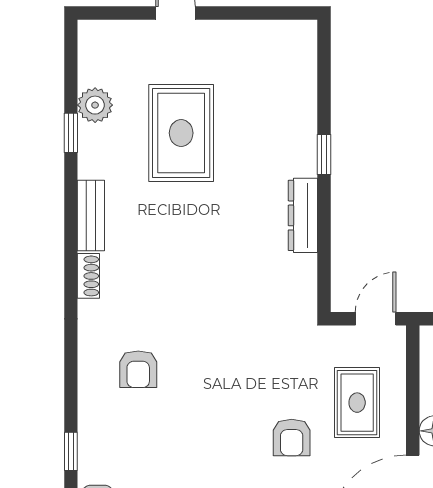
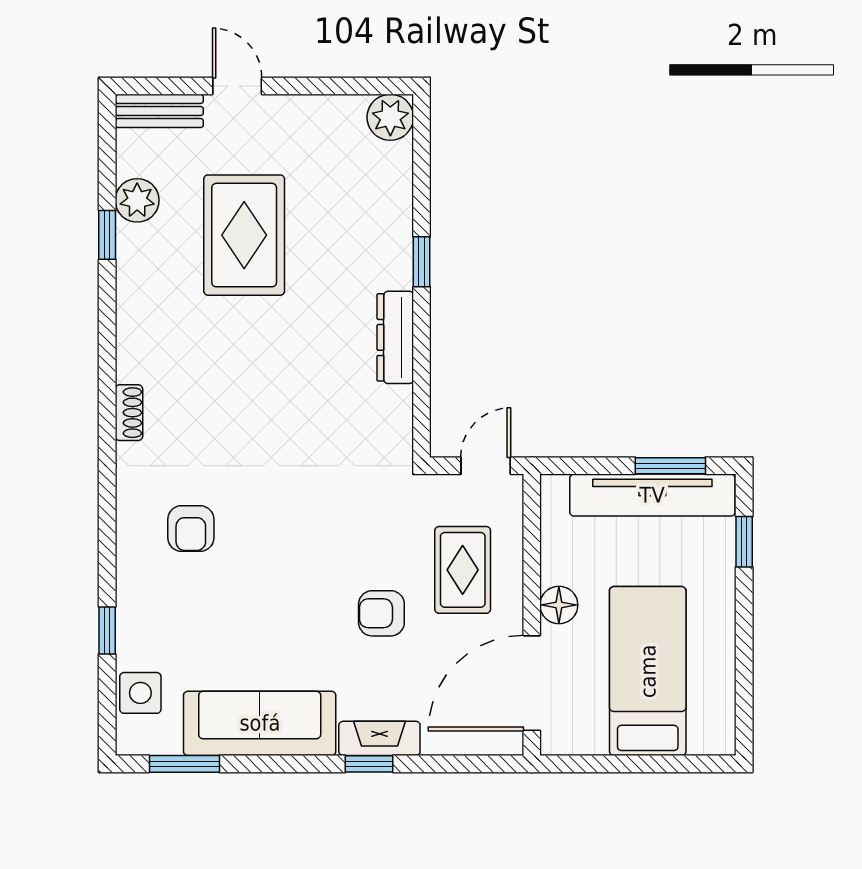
plant: (299, 38) -> (390, 117), added
bench: (91, 215) -> (159, 111), moved, turned 90
armchair: (292, 437) -> (381, 613), turned 90

